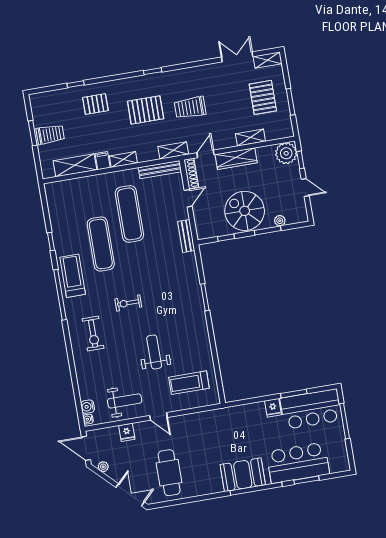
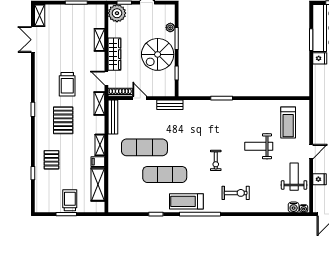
pallet: (263, 97) -> (69, 24), removed

